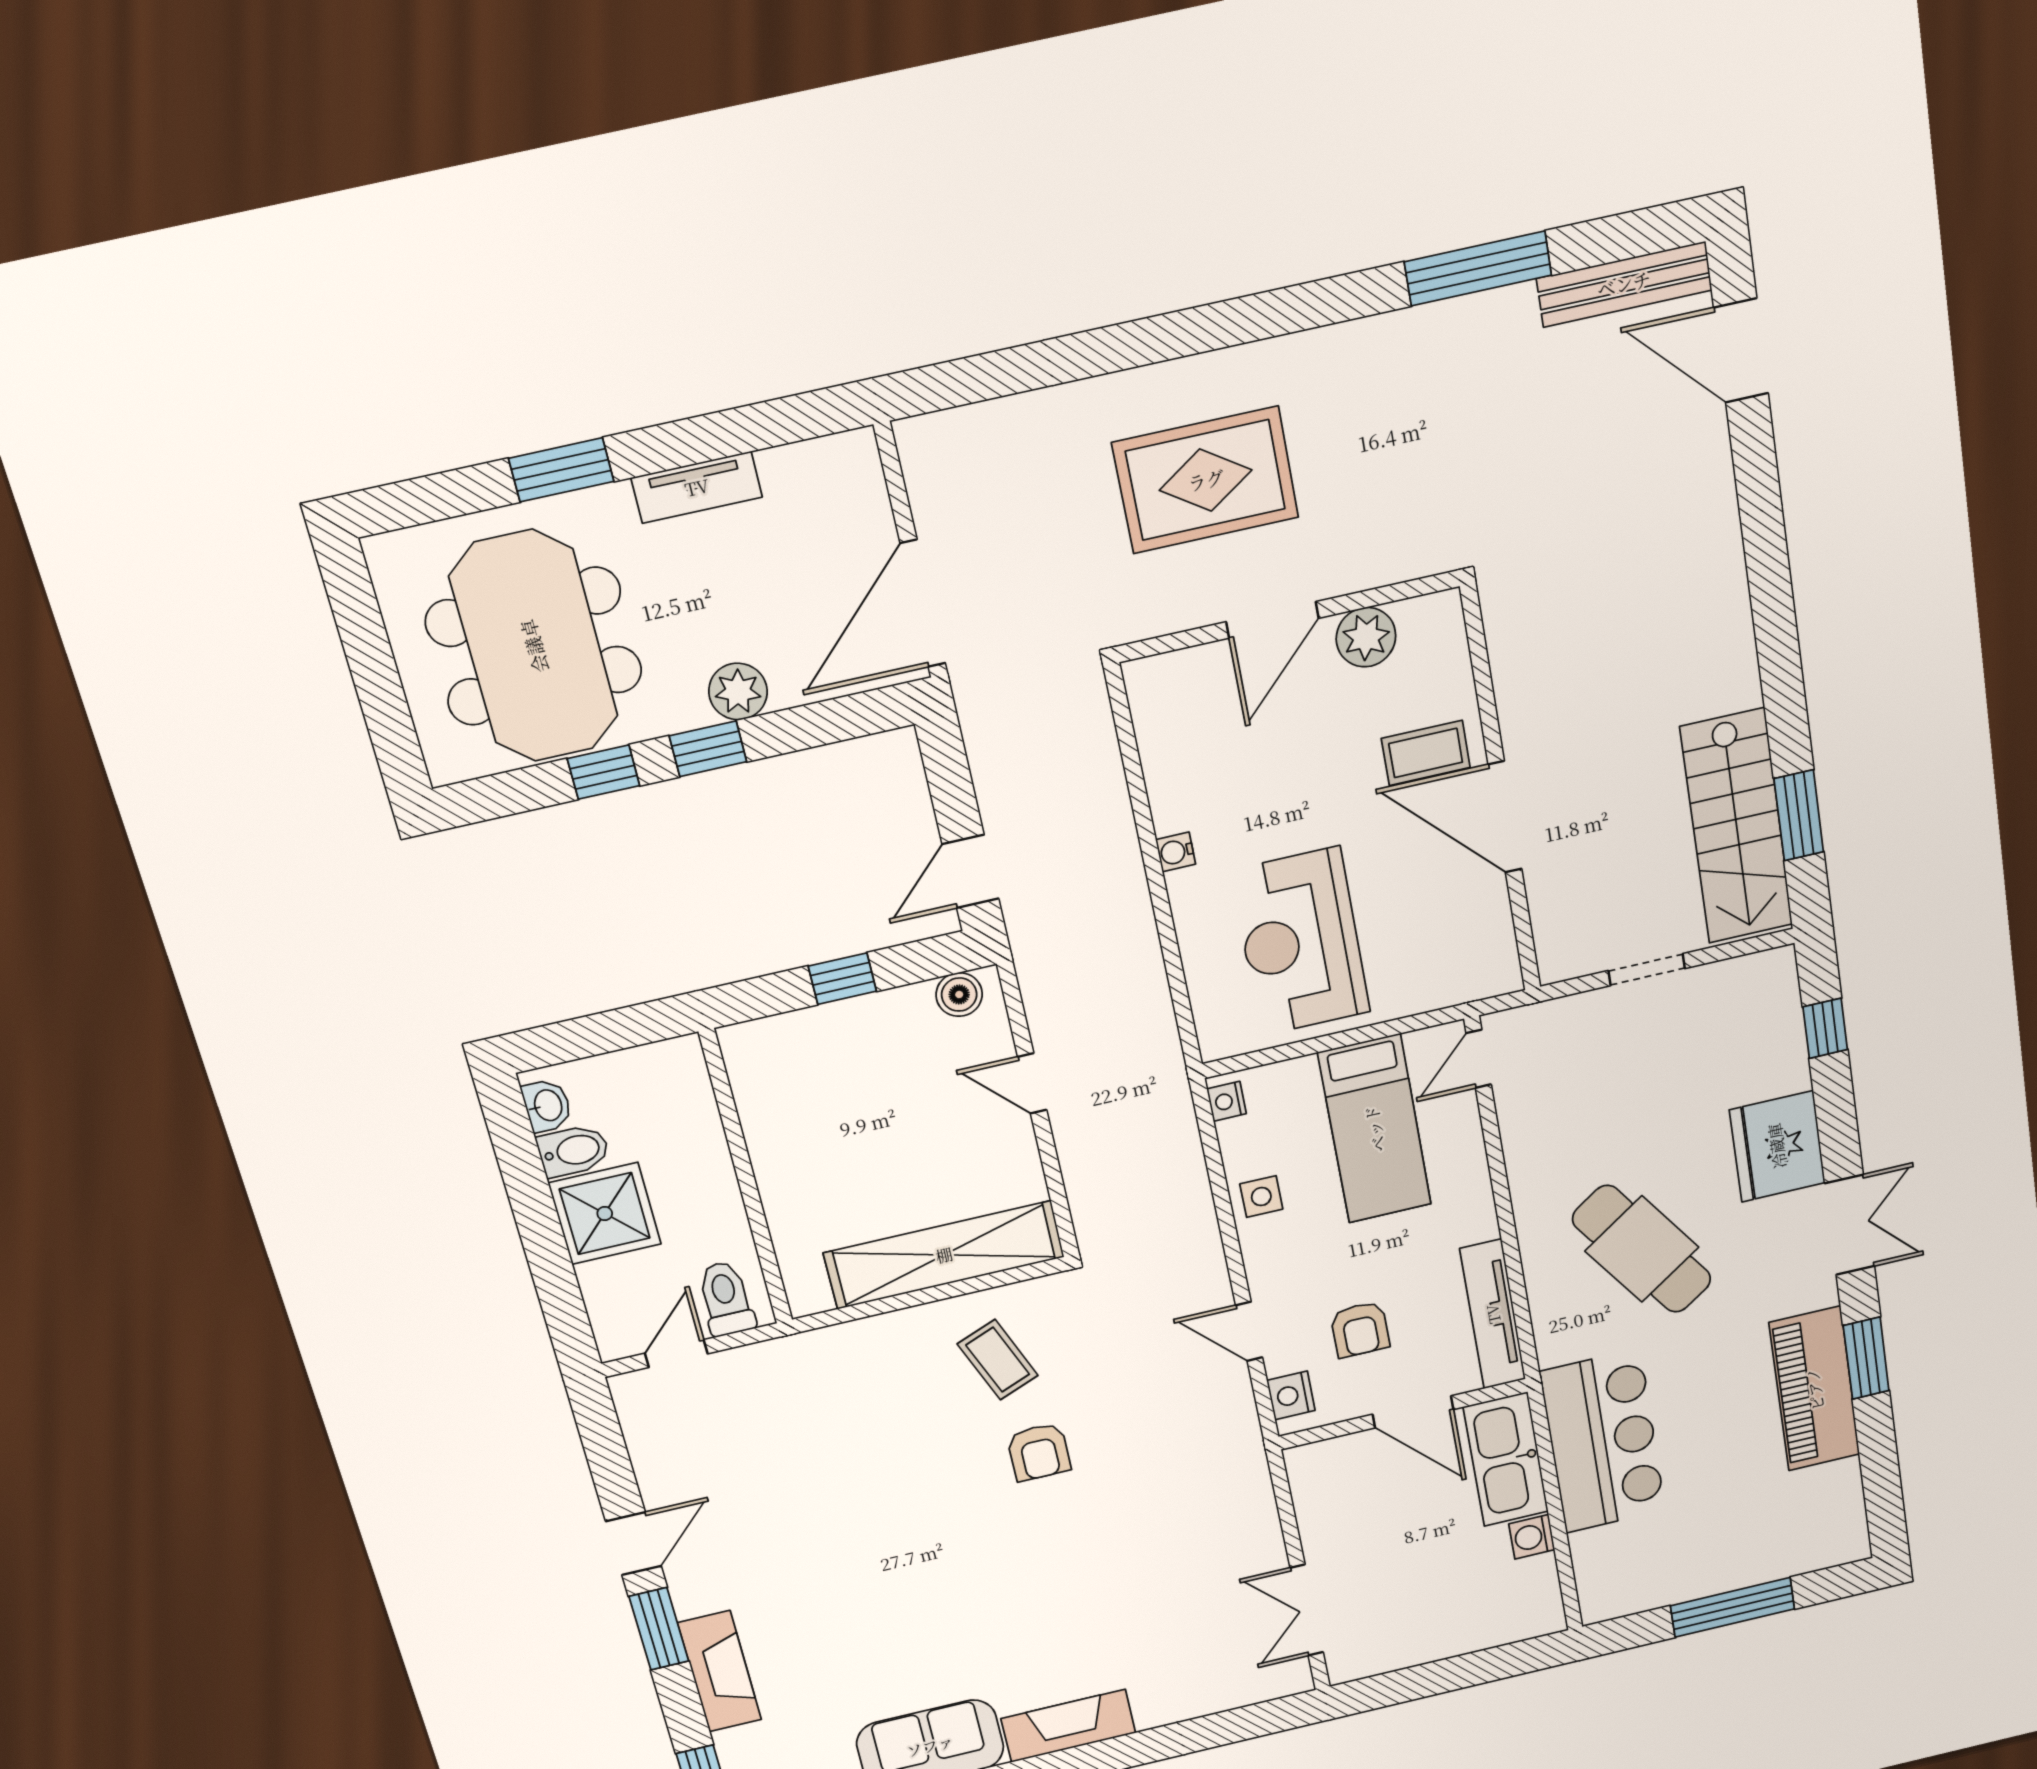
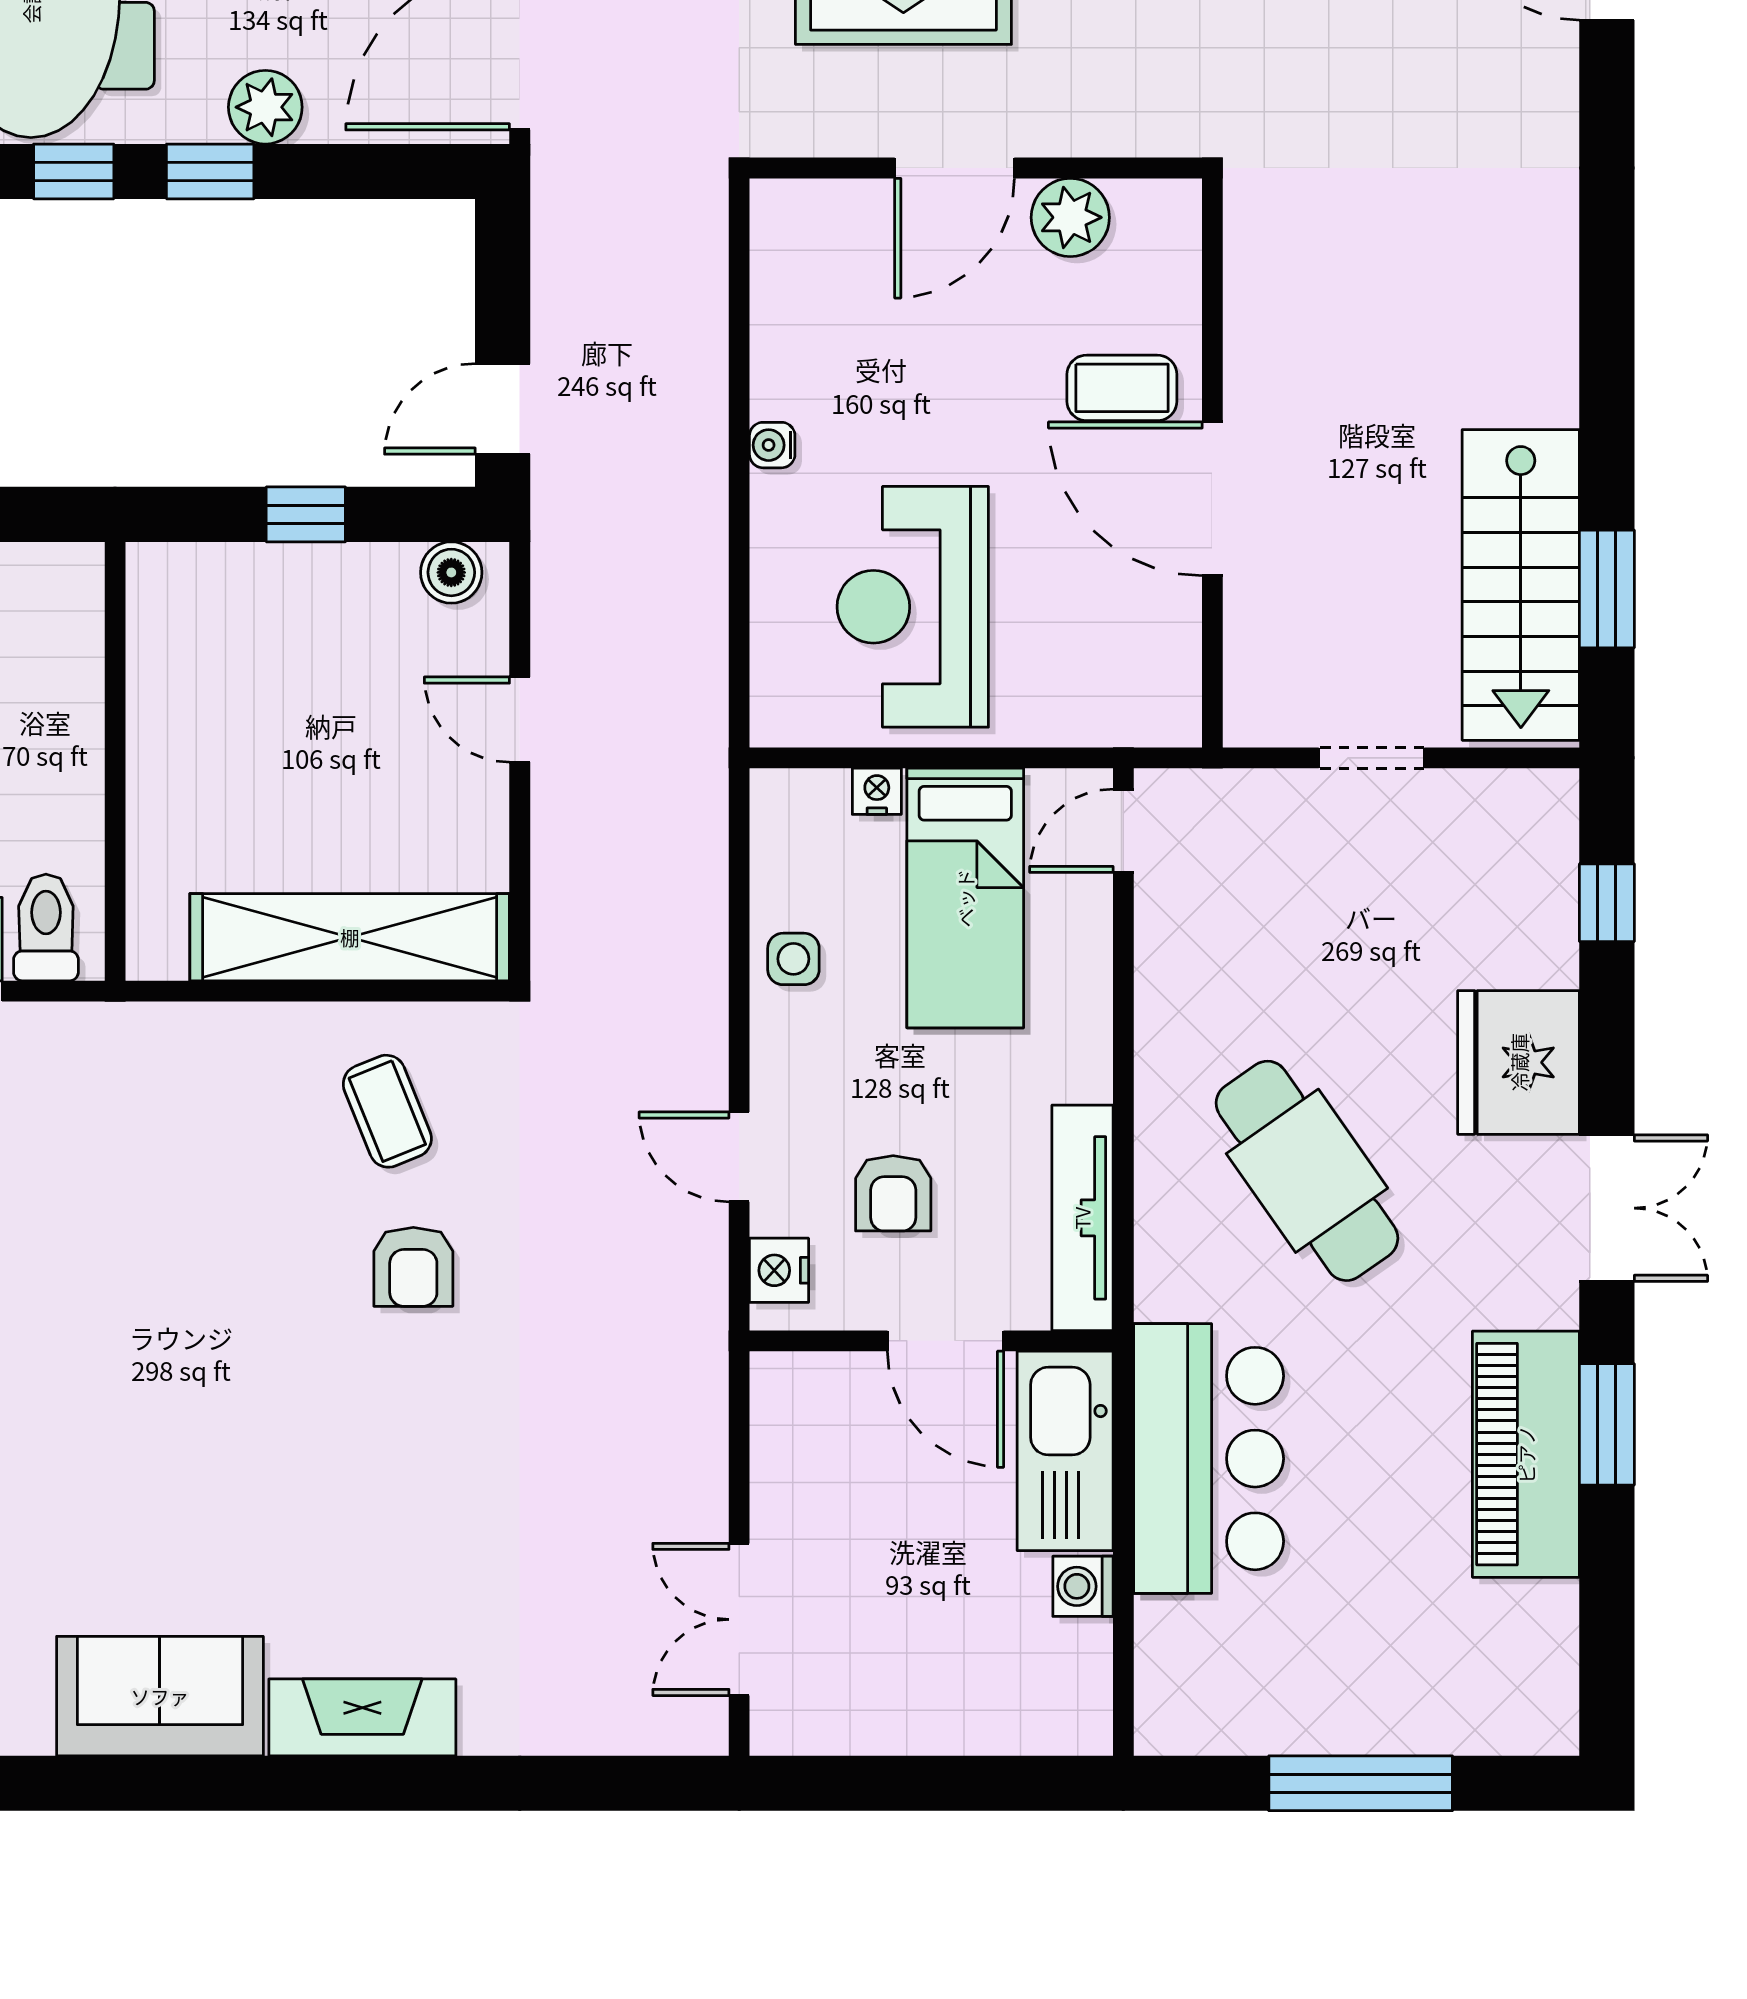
nightstand: (1227, 1101) -> (877, 791), moved, turned 90

